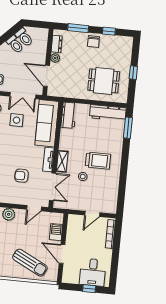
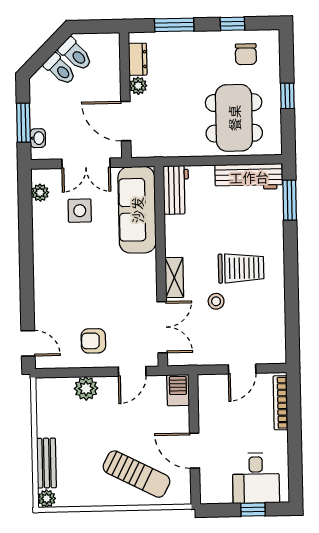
chair: (93, 41) -> (246, 54), moved
dining table: (104, 81) -> (234, 118), width x1.38
tv unit: (48, 159) -> (148, 277), removed
armchair: (21, 176) -> (93, 341), moved
barbecue: (56, 232) -> (178, 390), moved

